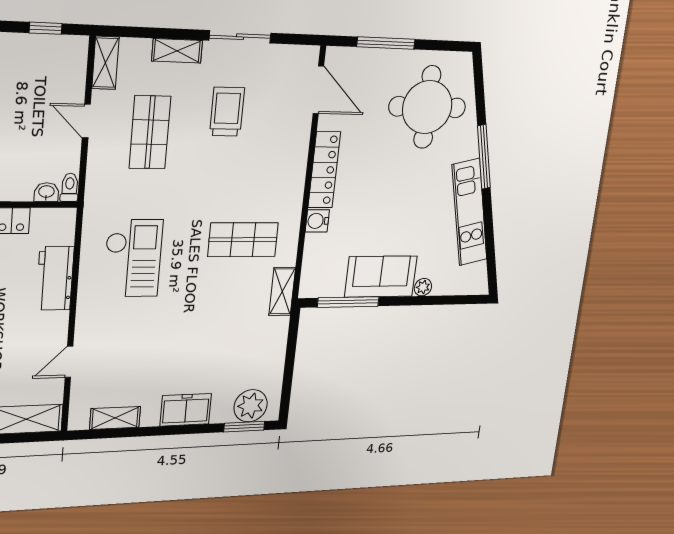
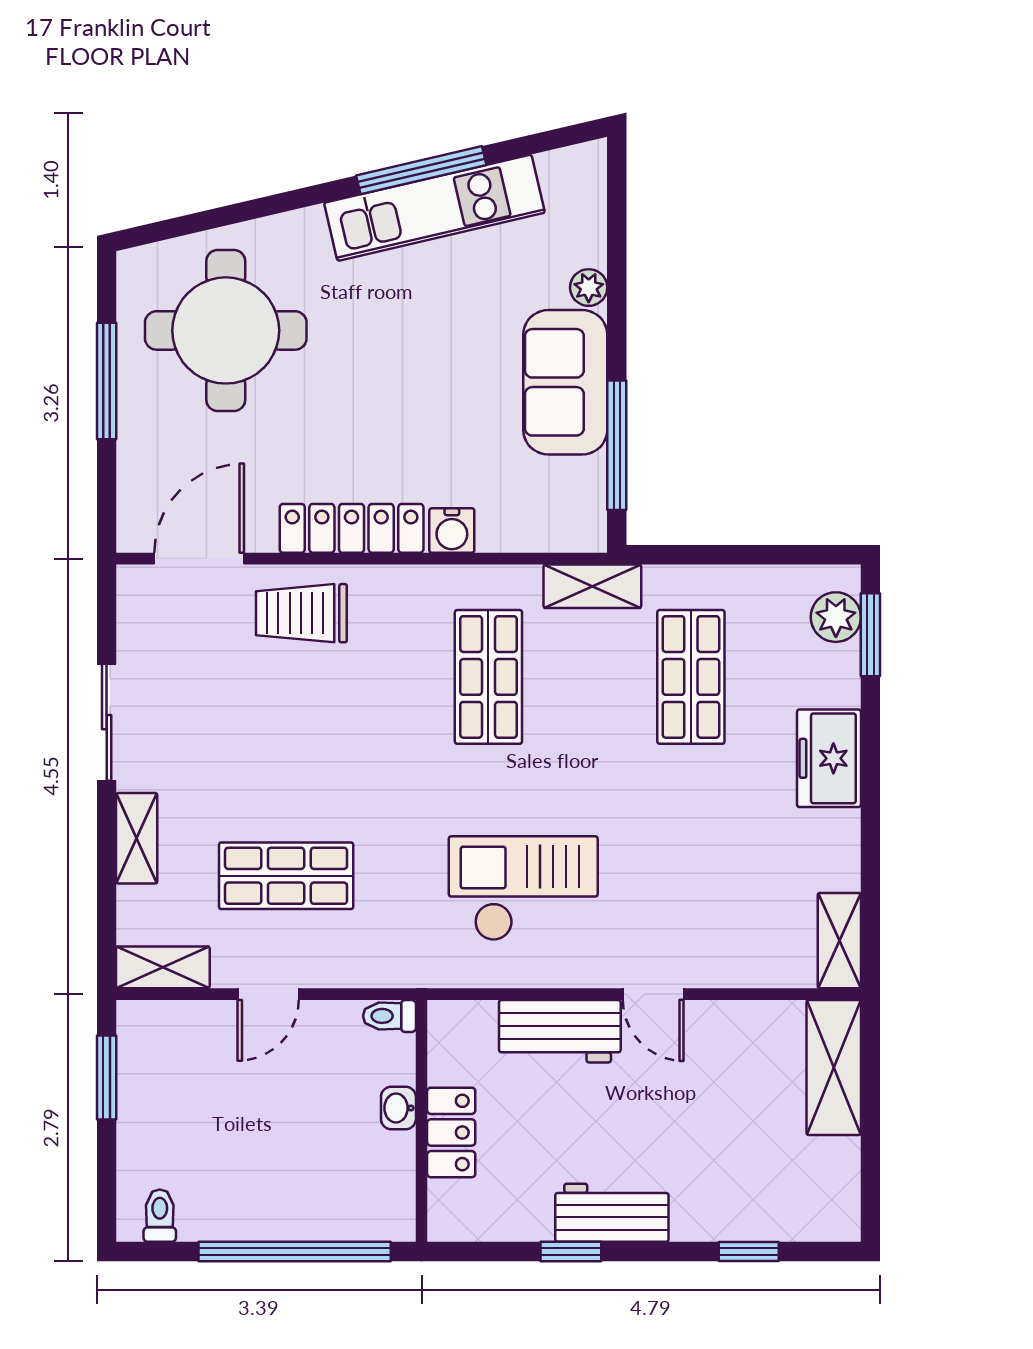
window: (46, 28) -> (107, 1078), width x1.50
window: (386, 43) -> (107, 381), moved
trolley: (227, 112) -> (301, 613), moved
window: (484, 157) -> (421, 170), moved
washbasin: (46, 192) -> (398, 1108), moved
shop shelf: (233, 341) -> (691, 677), added
door: (69, 362) -> (653, 994), moved
plant: (251, 406) -> (836, 617), width x0.73, depth x0.73
shelving: (115, 418) -> (839, 941), moved

